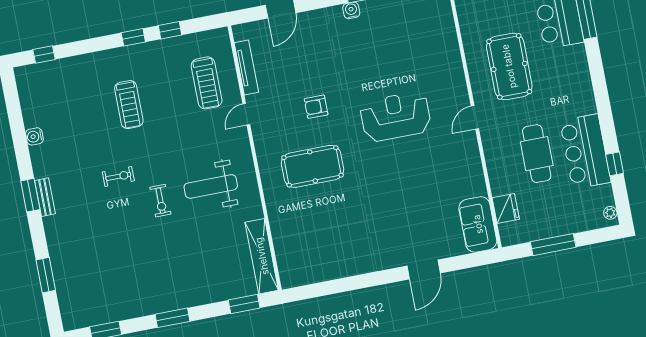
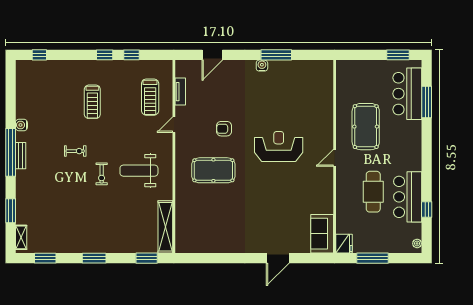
tv unit: (246, 67) -> (180, 92), width x0.71
water cooler: (34, 136) -> (21, 125), moved
window: (30, 195) -> (11, 152), width x2.11
fridge: (506, 208) -> (344, 244), moved
shelving: (67, 309) -> (21, 237), added

